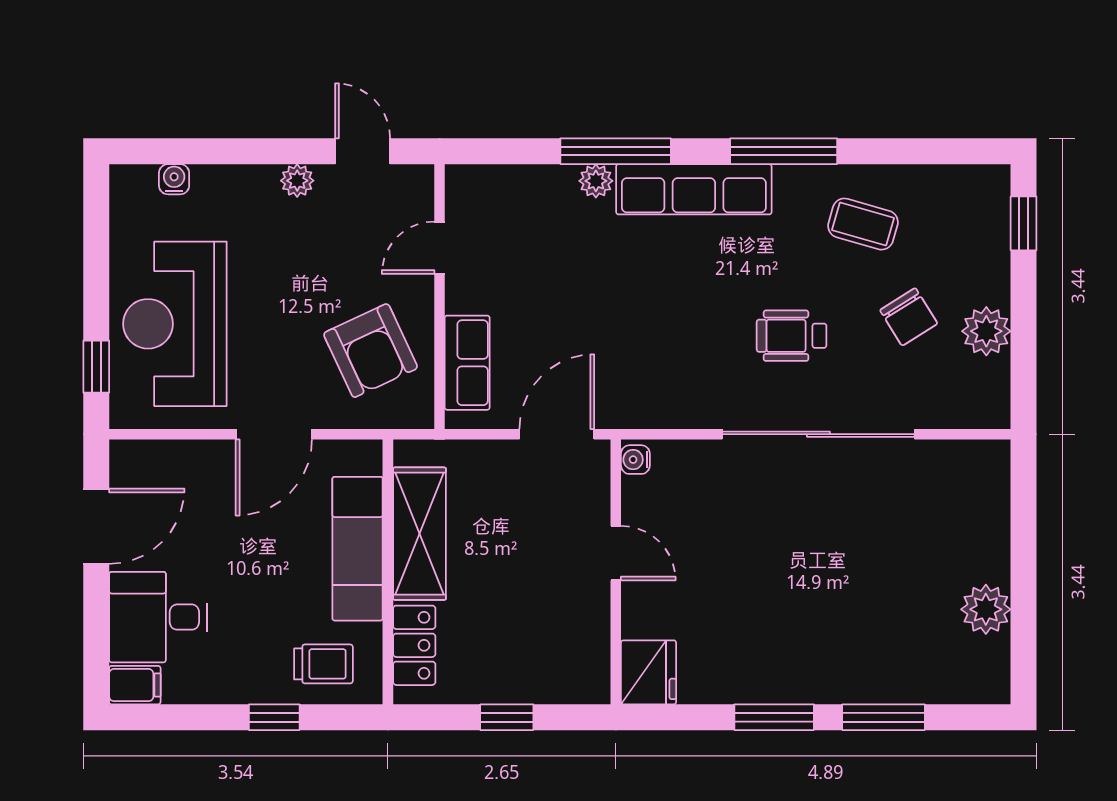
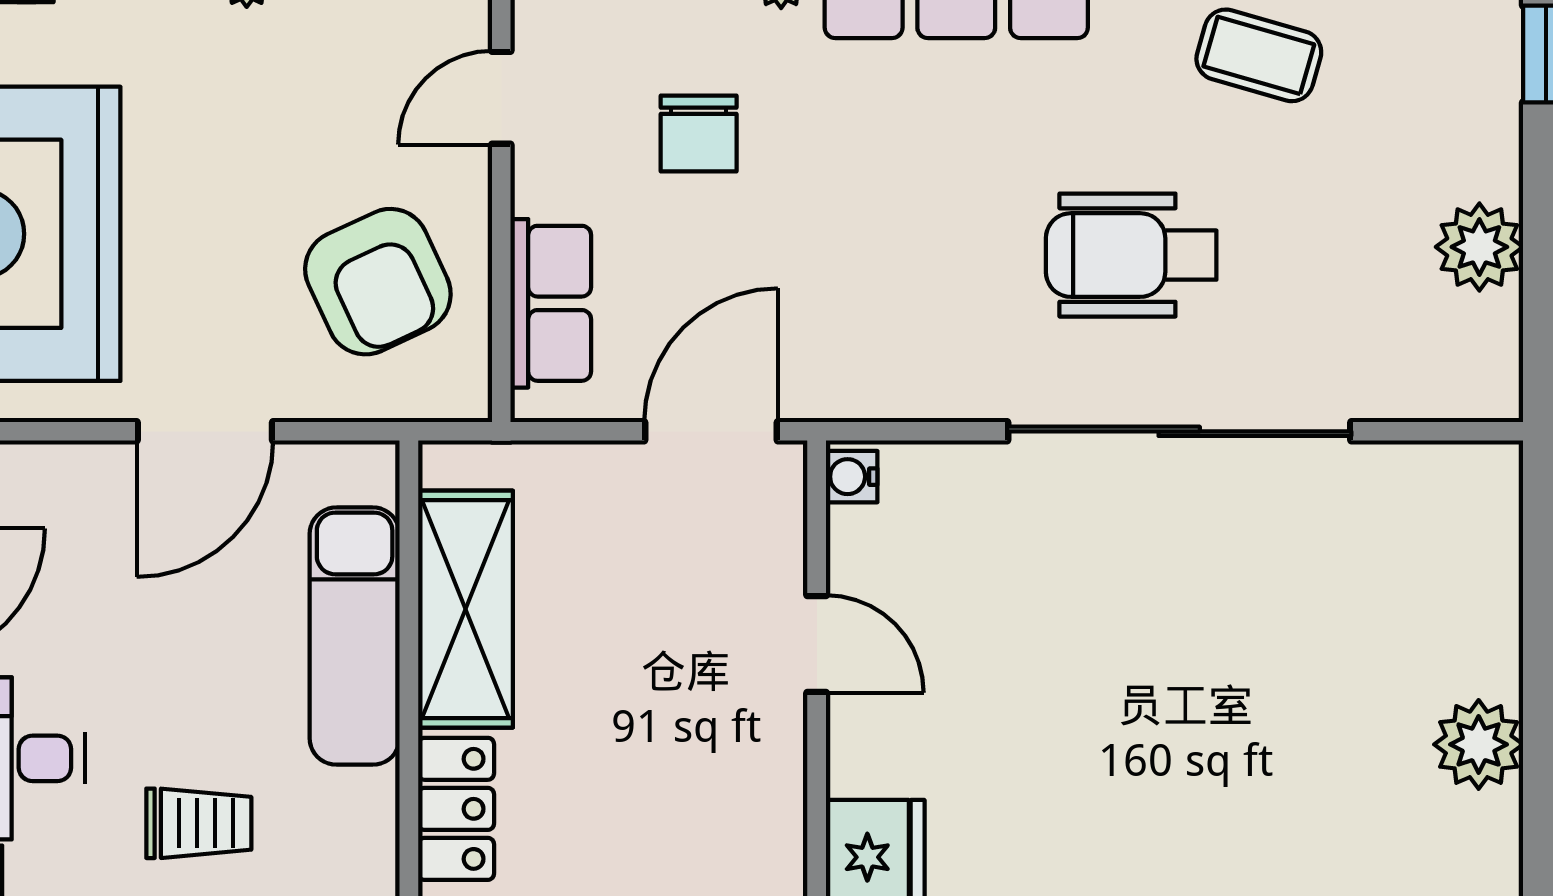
chair: (909, 317) -> (699, 134), moved, turned 32
wheelchair: (792, 336) -> (1131, 255), width x1.36, depth x1.37
trolley: (323, 664) -> (199, 823), moved

